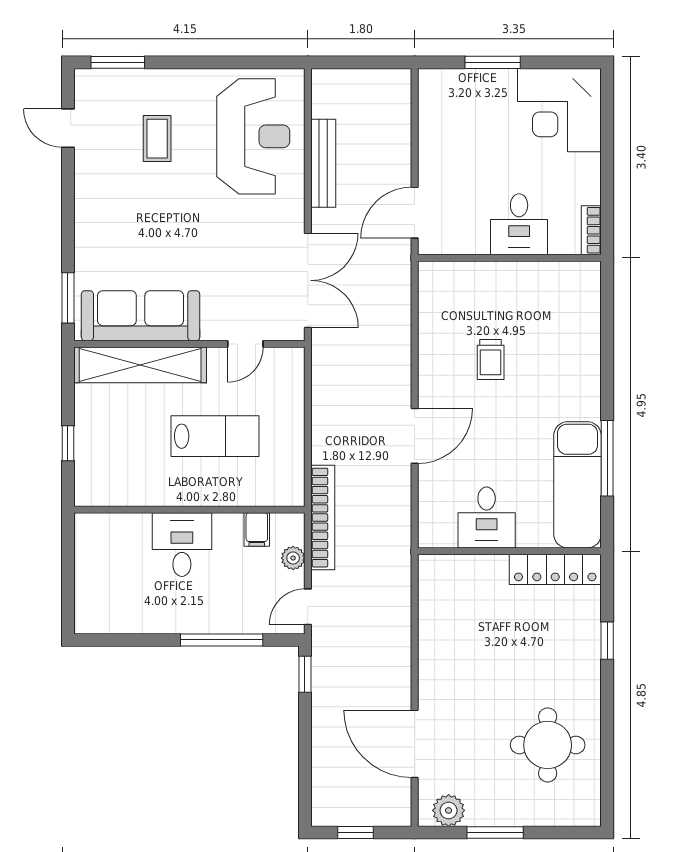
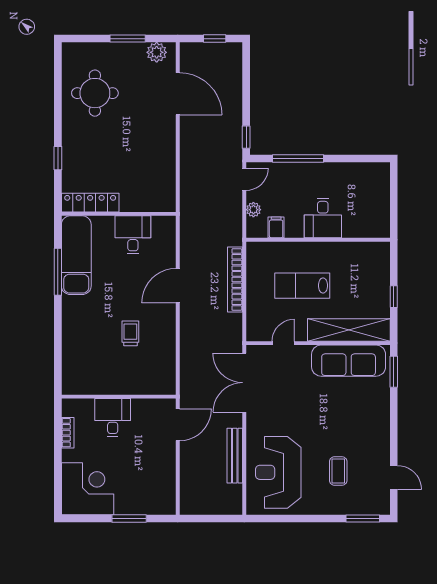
bookcase: (591, 230) -> (68, 433), moved
window: (68, 443) -> (394, 297), moved
bookcase: (323, 518) -> (235, 280), moved

